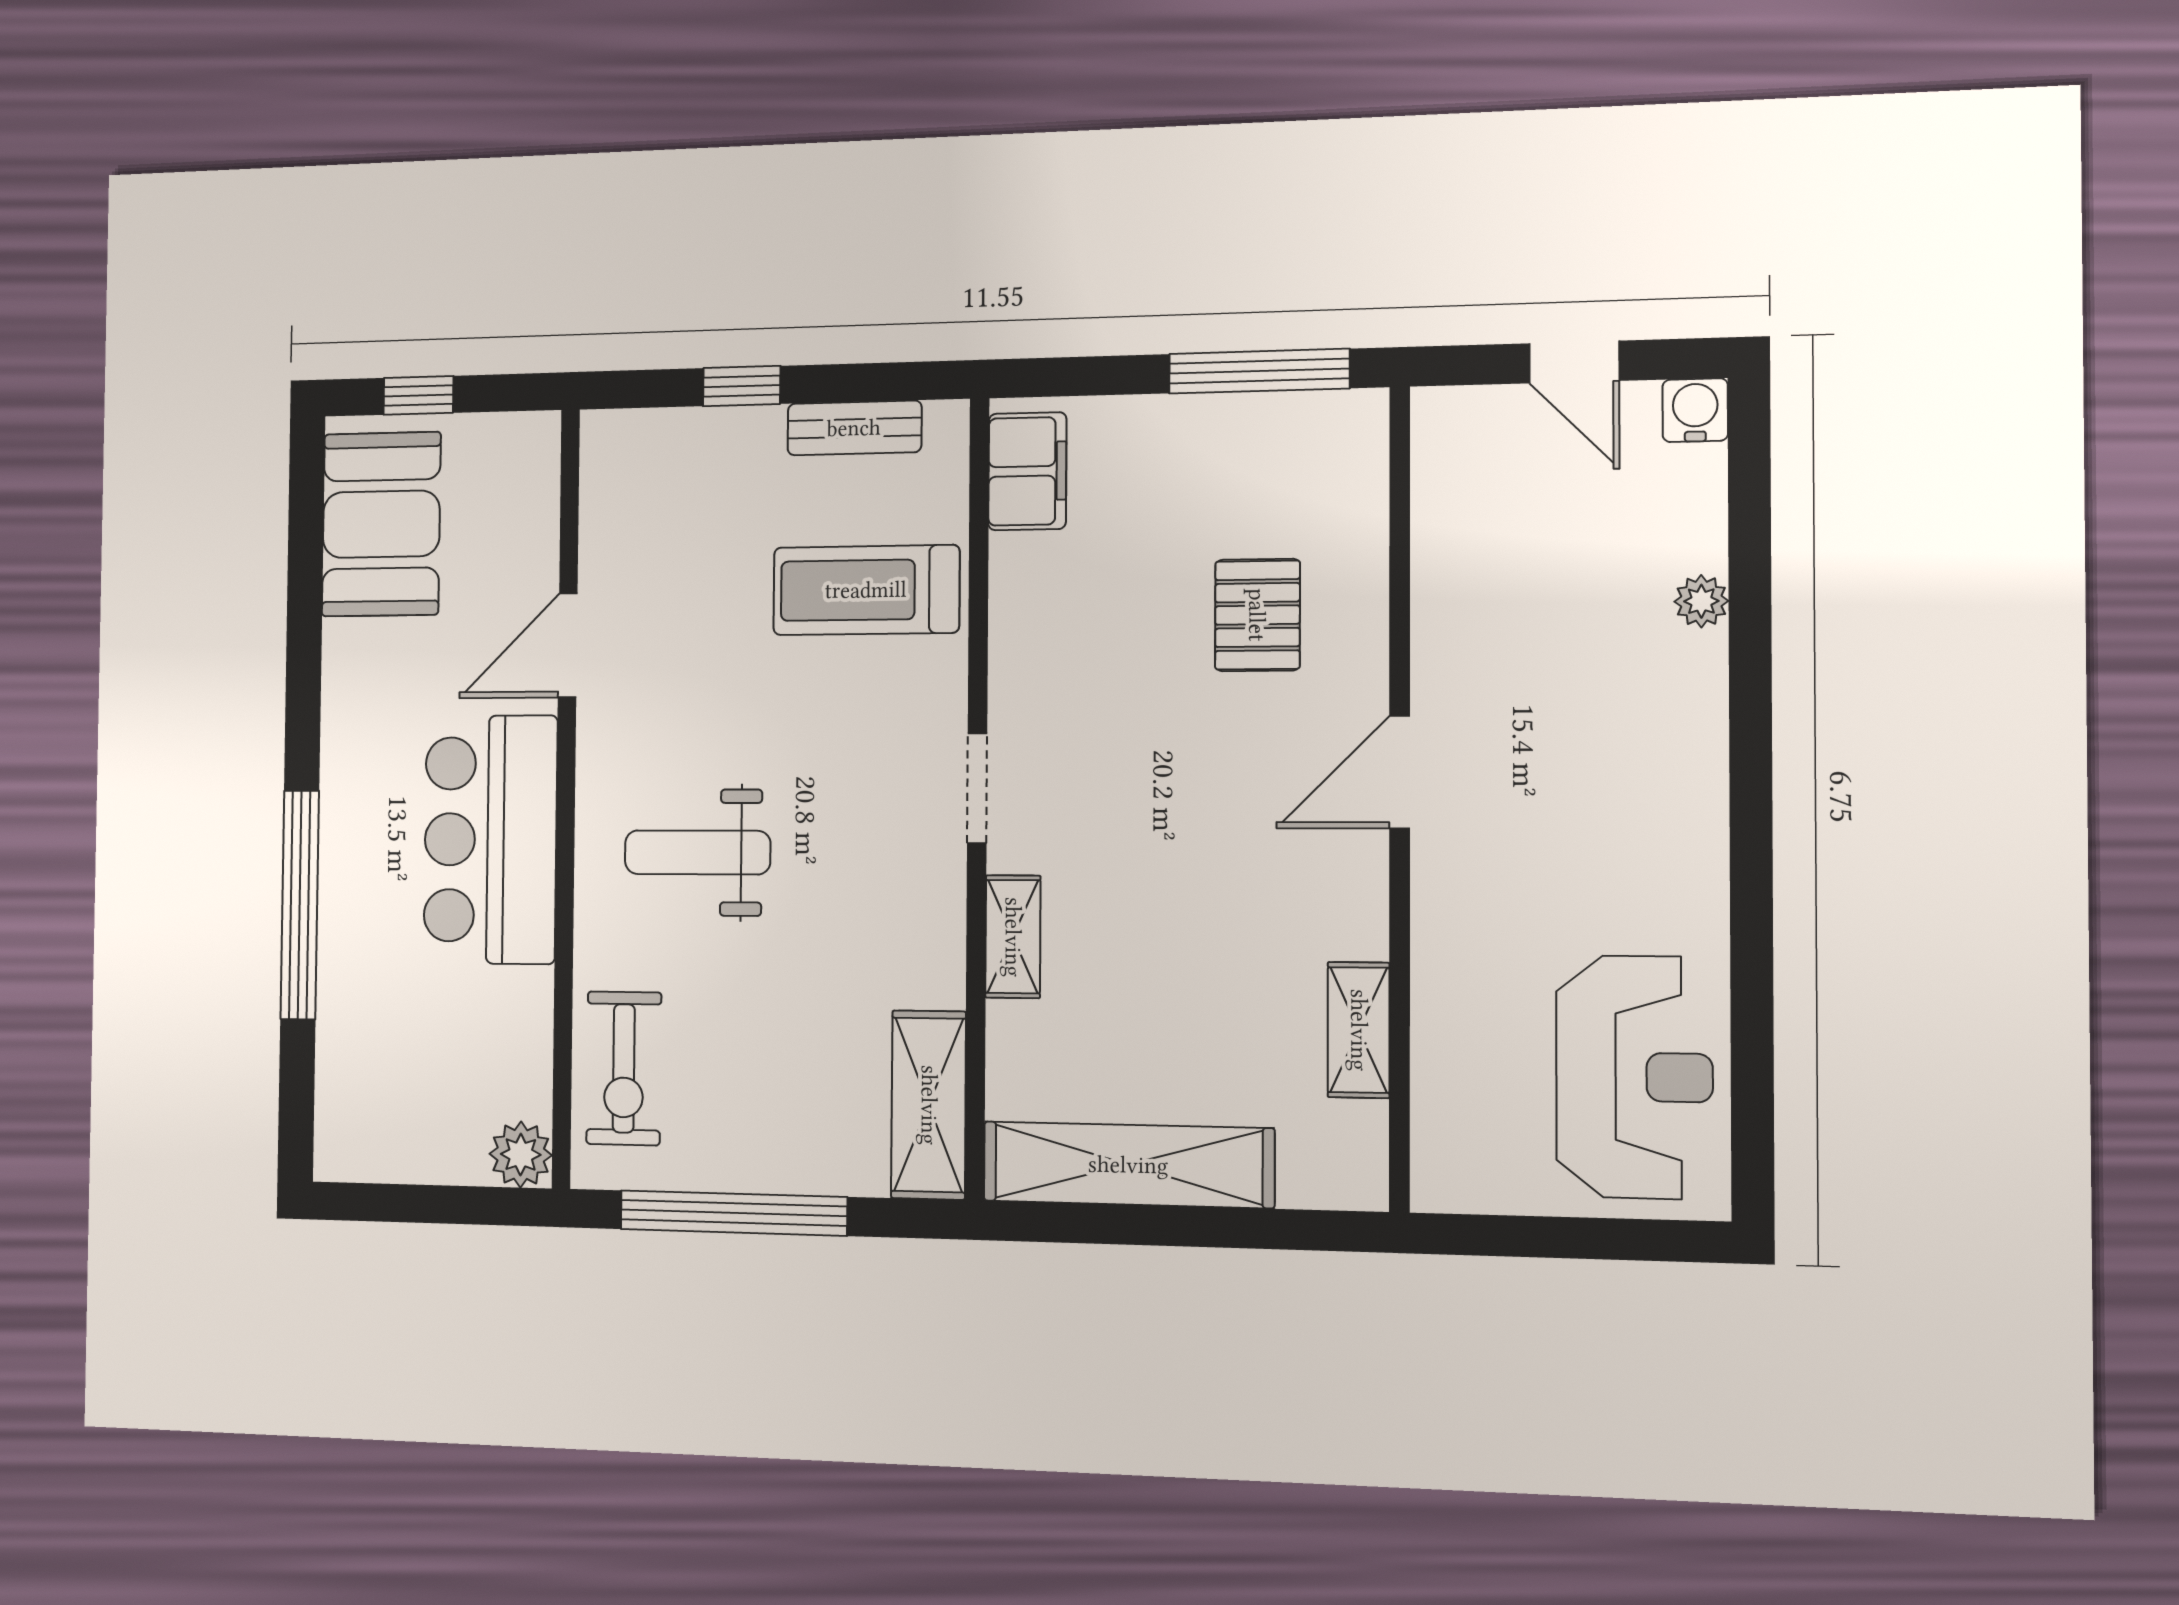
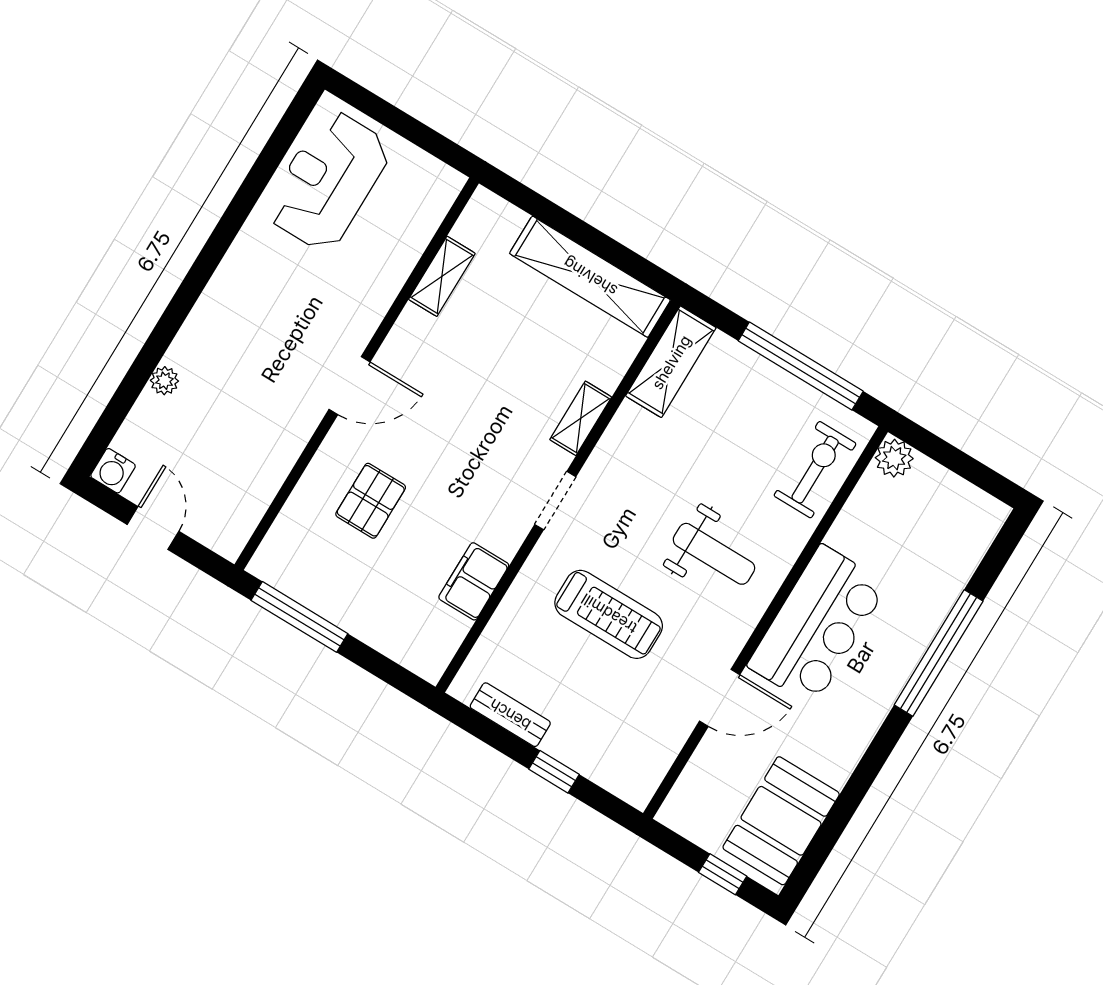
filing cabinet: (1027, 471) -> (474, 581), moved
treadmill: (866, 590) -> (609, 614), moved

